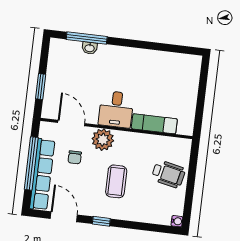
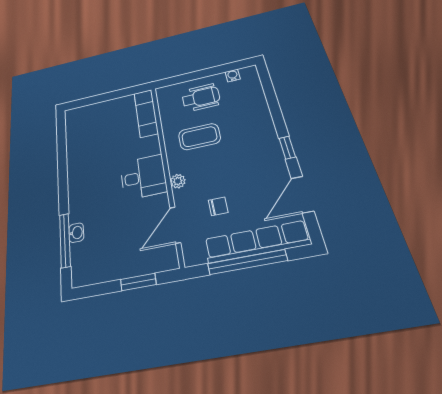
exam couch: (154, 124) -> (146, 113), moved
plant: (103, 140) -> (178, 181), width x0.53, depth x0.53
wheelchair: (168, 174) -> (201, 97), turned 78
coffee table: (116, 181) -> (199, 137), moved
water cooler: (177, 221) -> (233, 75), moved

